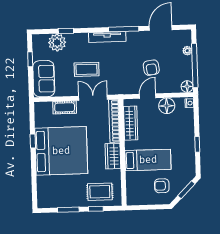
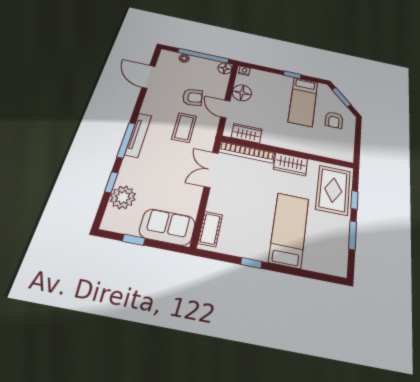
window: (124, 29) -> (126, 140), moved
coffee table: (87, 69) -> (184, 128), moved
cot: (65, 107) -> (210, 229), moved
wardrobe: (131, 123) -> (247, 133), width x0.67
bed: (61, 151) -> (289, 230), width x0.49
bed: (148, 160) -> (303, 102), moved, turned 180
rug: (100, 192) -> (333, 190), width x1.36, depth x1.43

